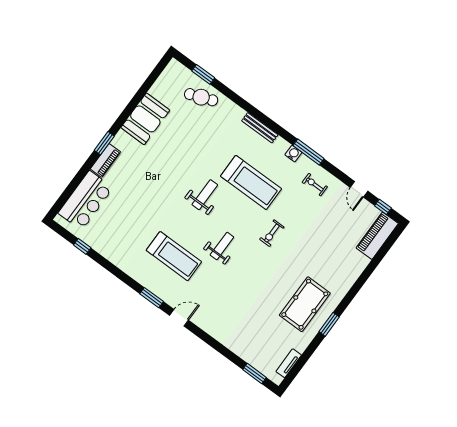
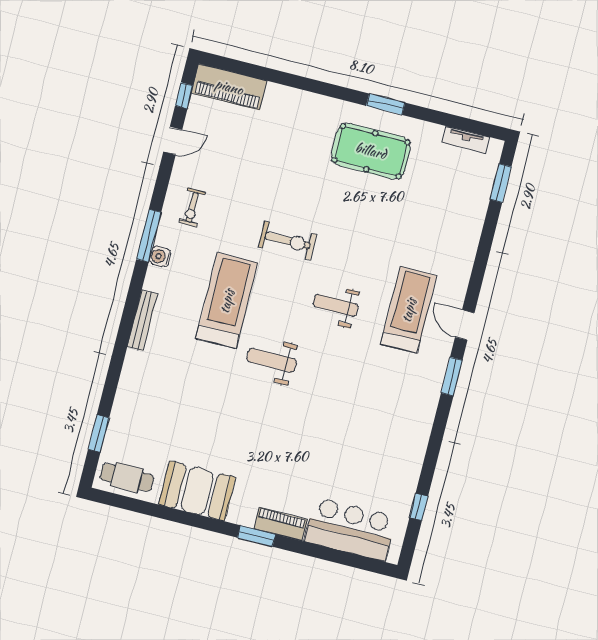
cafe table: (201, 97) -> (127, 477), moved, turned -69
exercise bike: (272, 233) -> (288, 241), width x1.38, depth x1.39
treadmill: (174, 256) -> (409, 310), moved

